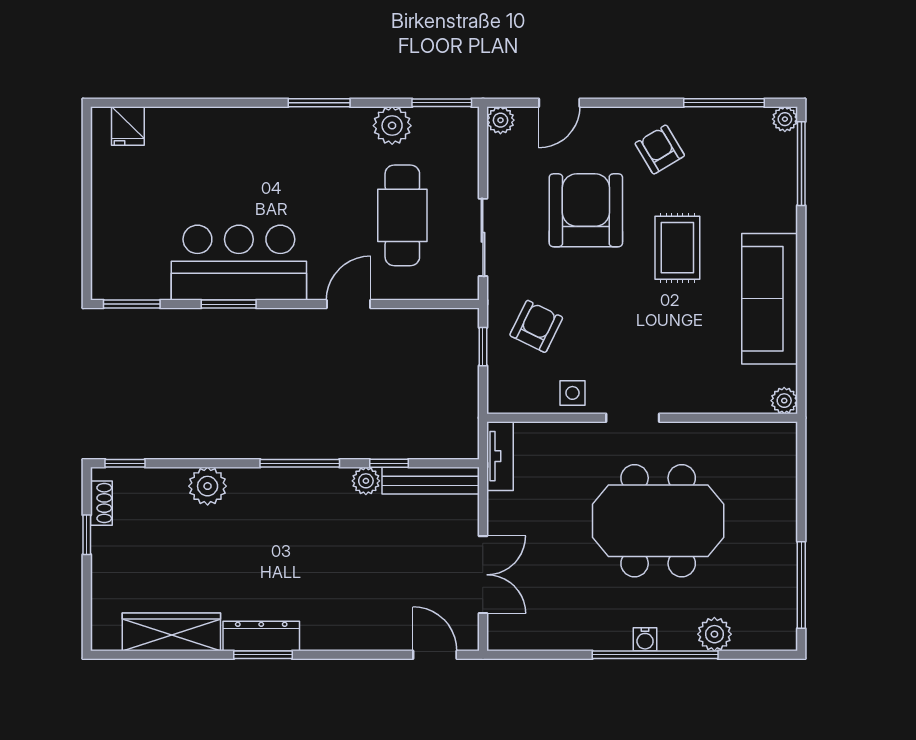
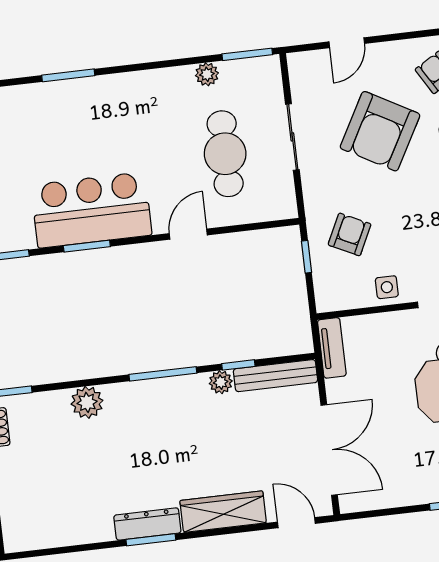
window: (319, 103) -> (68, 75), moved
plant: (500, 120) -> (299, 63), removed
plant: (392, 126) -> (207, 74), width x0.73, depth x0.73
armchair: (586, 210) -> (380, 131), turned -151
sliding door: (483, 237) -> (292, 137), moved
double door: (483, 575) -> (329, 450), width x1.37
wardrobe: (171, 632) -> (223, 512), moved

